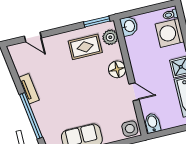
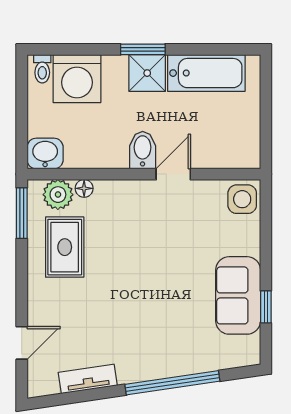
floor lamp: (117, 69) -> (84, 188), moved, width x0.53, depth x0.53
tv unit: (29, 89) -> (88, 379), moved
bidet: (153, 123) -> (143, 150), moved, turned 90

